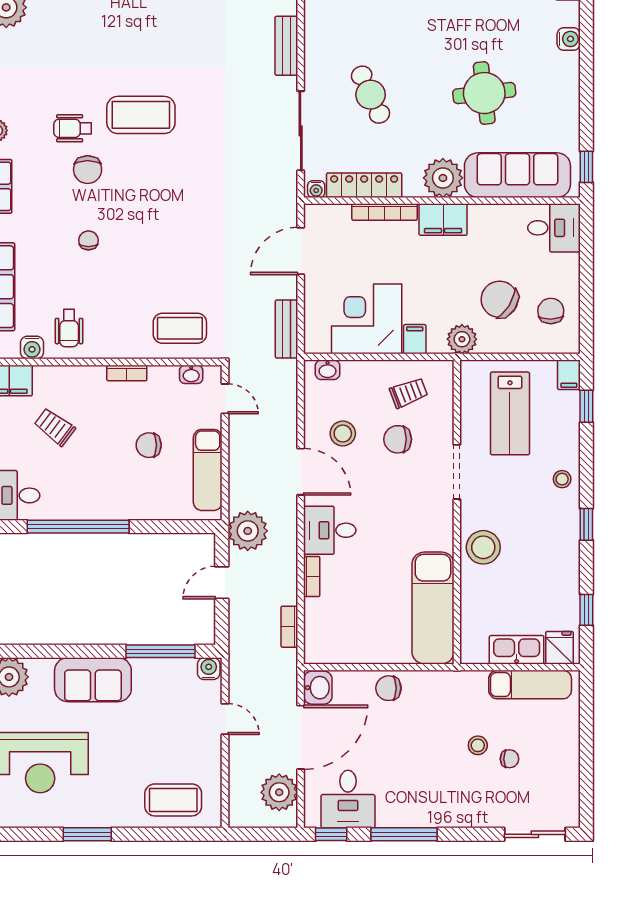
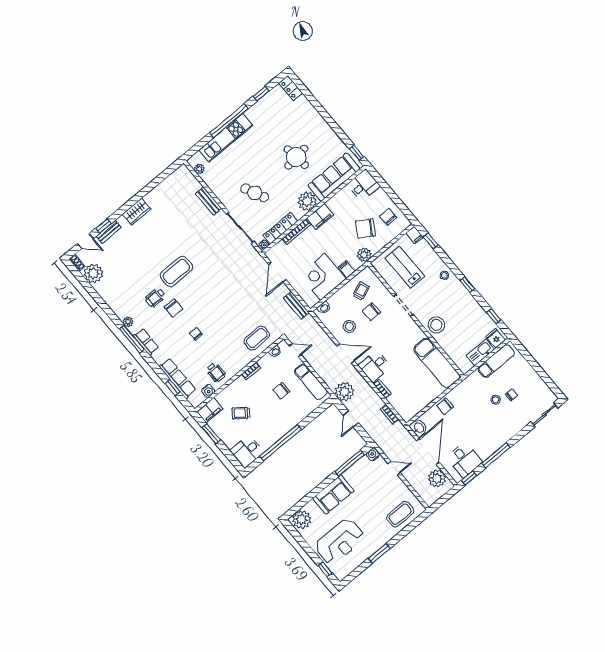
water cooler: (569, 39) -> (311, 111), removed
lab bench: (510, 413) -> (405, 267), turned 180

